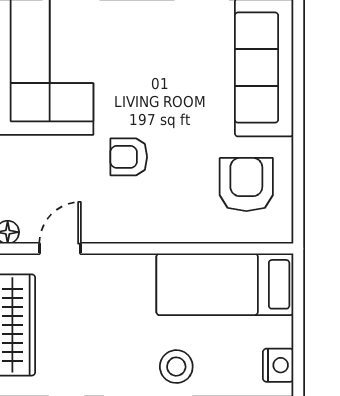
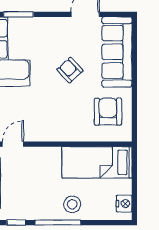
armchair: (129, 157) -> (70, 70), moved, turned 47

